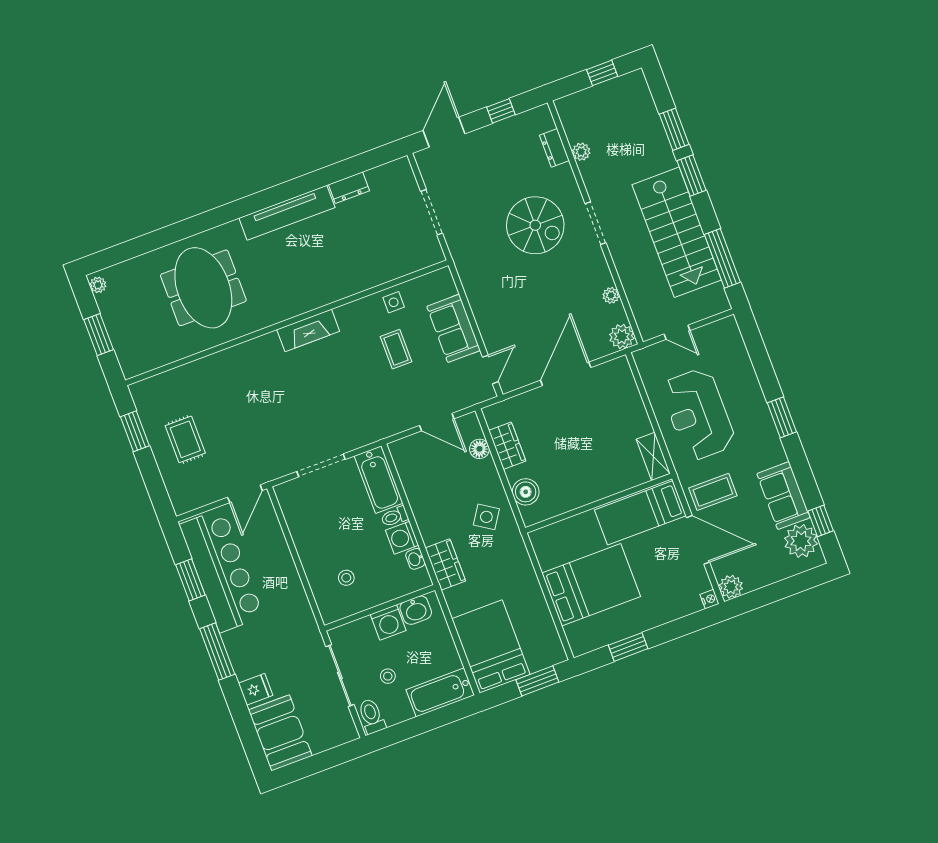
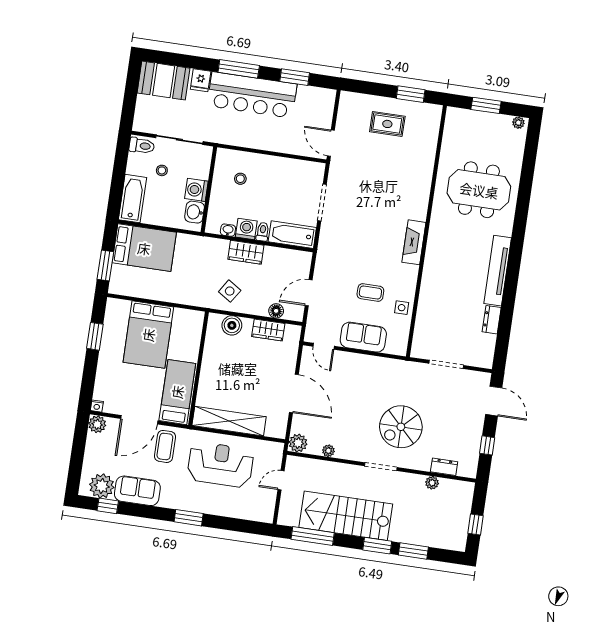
shelving: (653, 456) -> (229, 421), width x2.20, depth x1.33
wardrobe: (445, 564) -> (246, 252), moved
bar counter: (221, 571) -> (252, 95), moved

